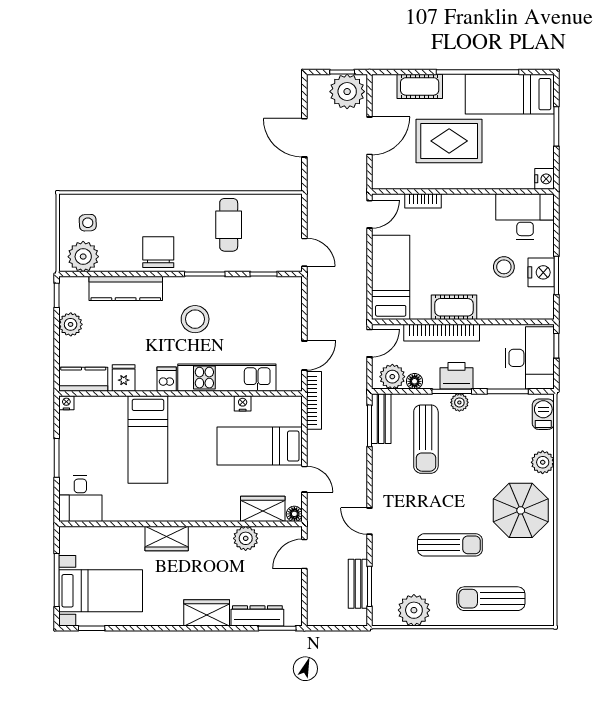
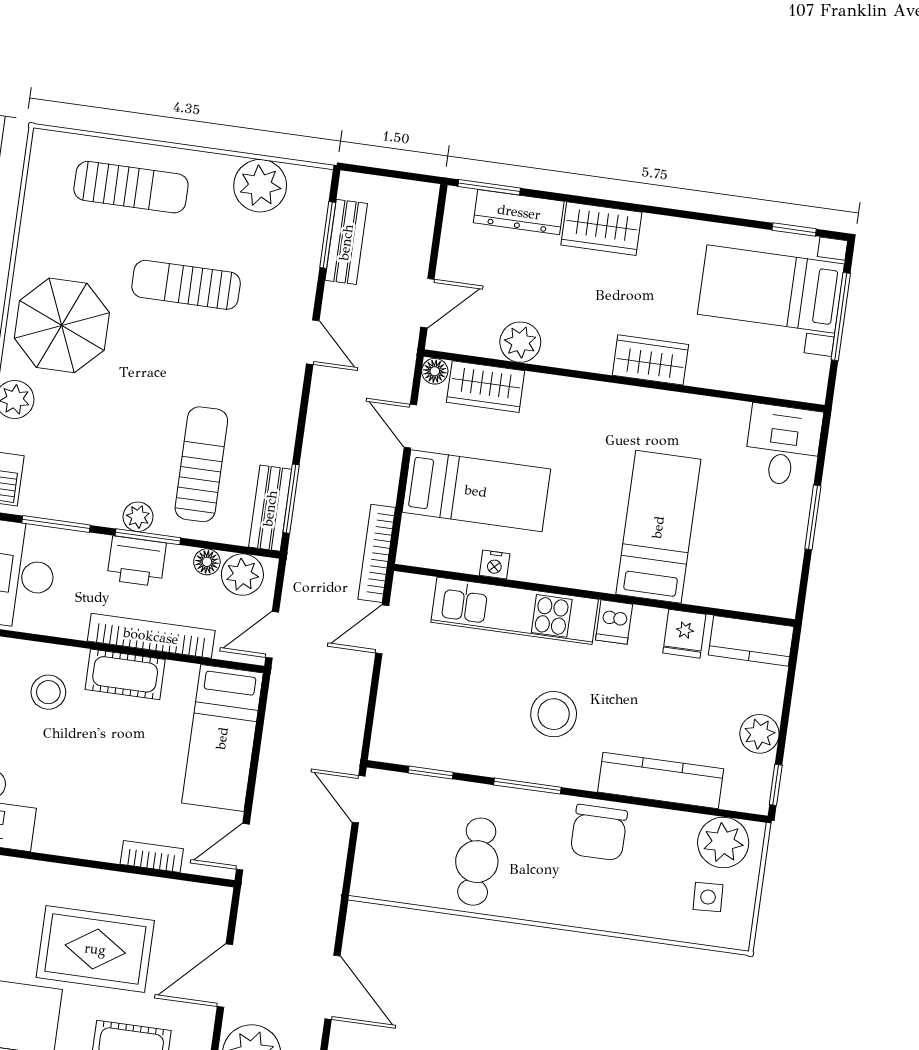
stool: (504, 267) -> (48, 692), moved
nightstand: (66, 403) -> (784, 606), removed

